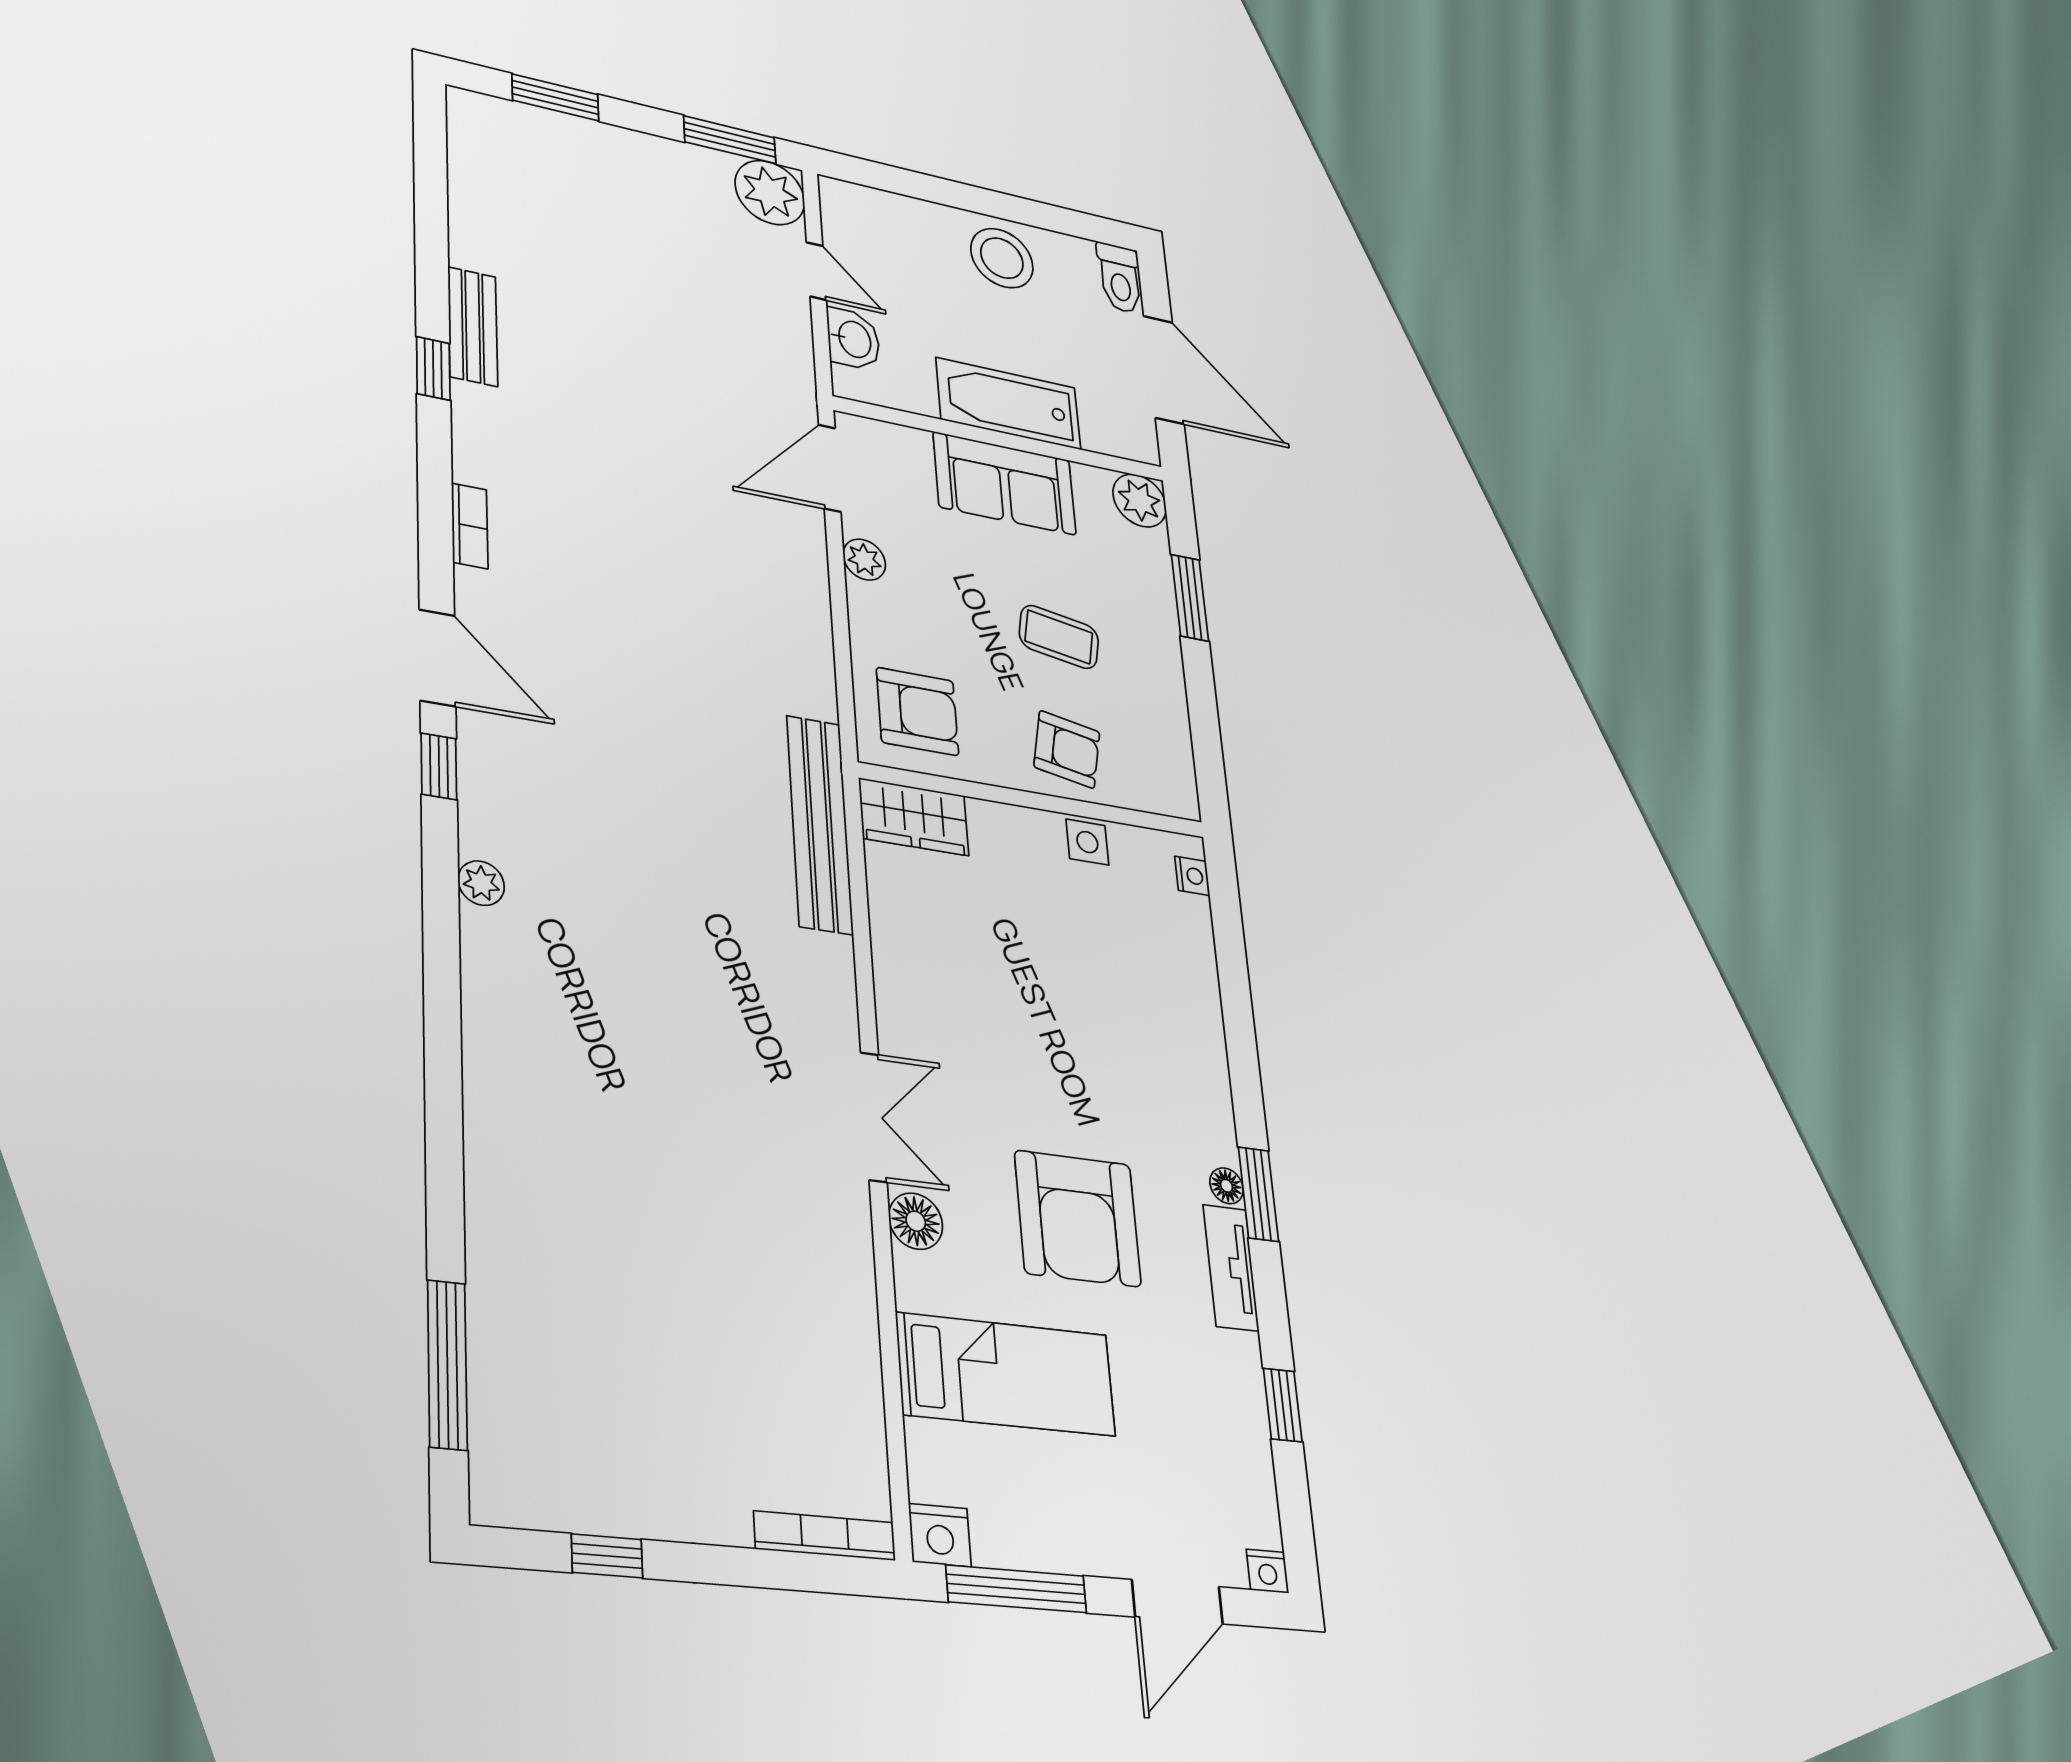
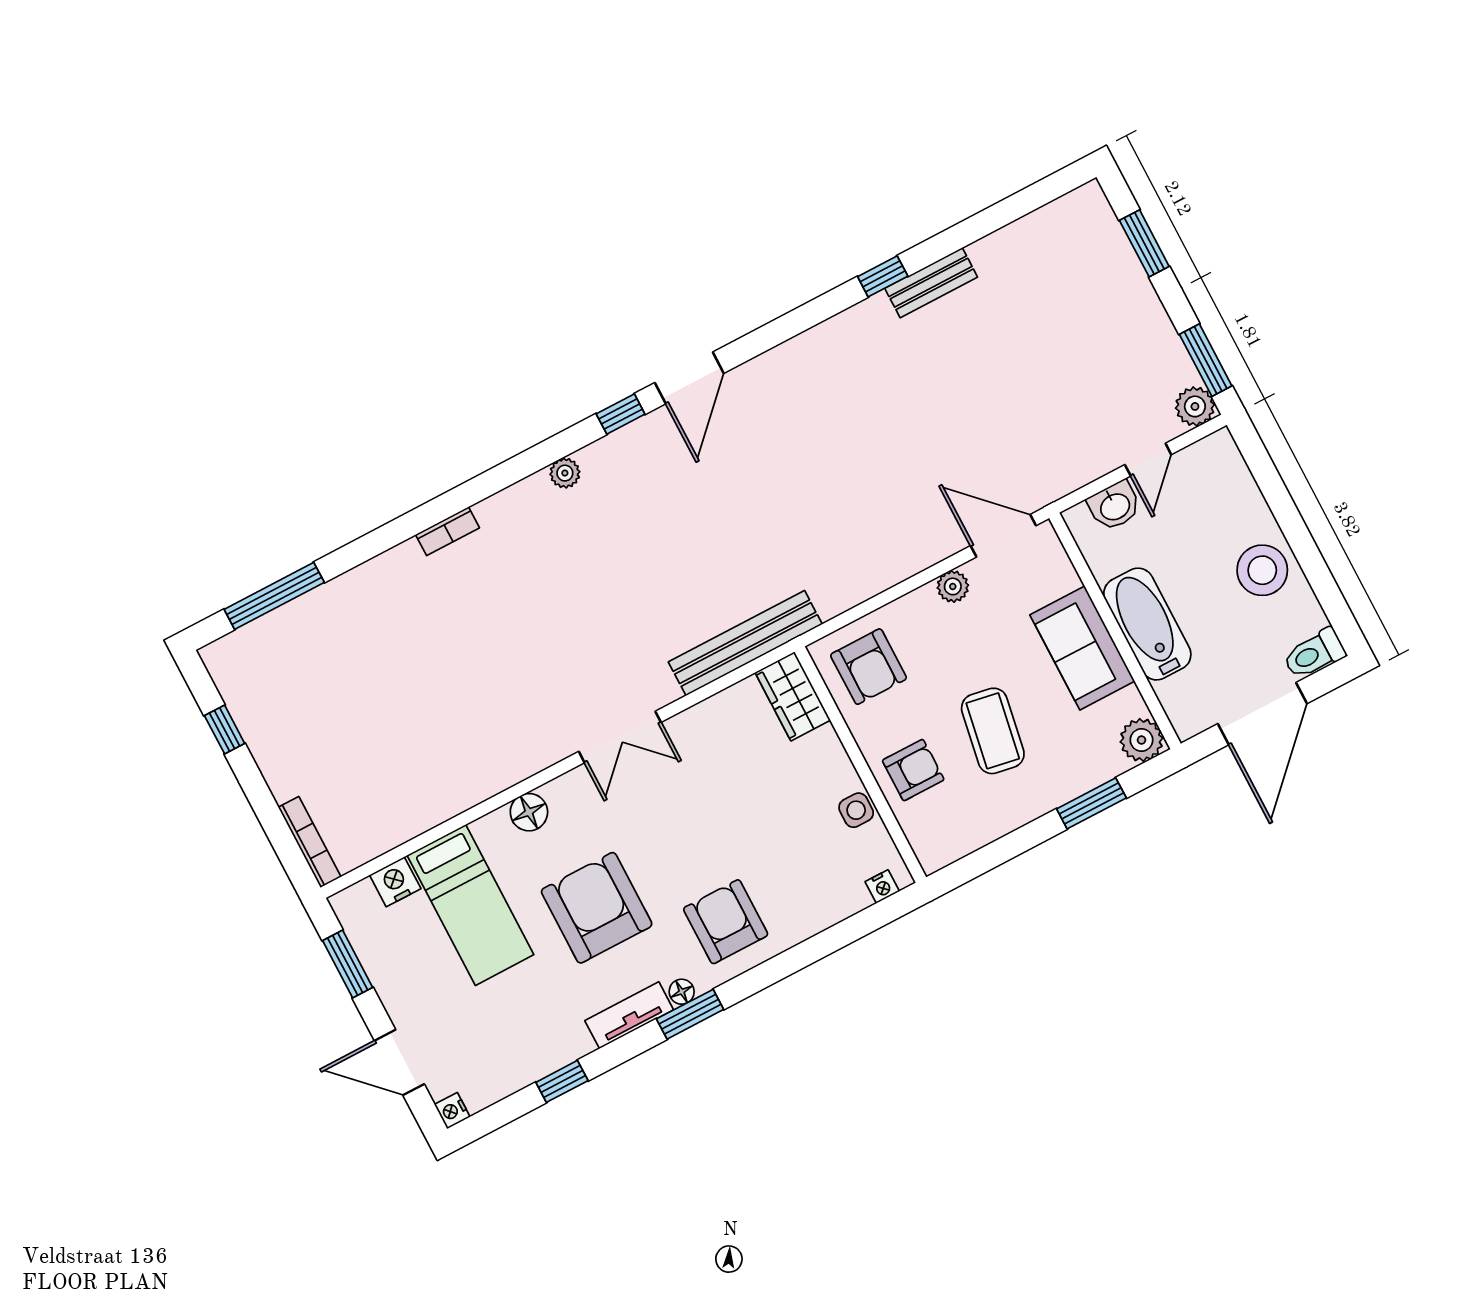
plant: (770, 193) -> (1195, 406), width x0.73, depth x0.73
bookcase: (470, 526) -> (447, 531), moved
coffee table: (1059, 637) -> (993, 731), width x1.36, depth x1.30
armchair: (1067, 749) -> (913, 770), turned -101
armchair: (1161, 1077) -> (726, 922), added
double door: (874, 1117) -> (620, 737), moved
armchair: (1078, 1218) -> (597, 908), turned 90
nightstand: (940, 1535) -> (395, 882), moved, turned 90
window: (1016, 1589) -> (348, 964), width x0.69

